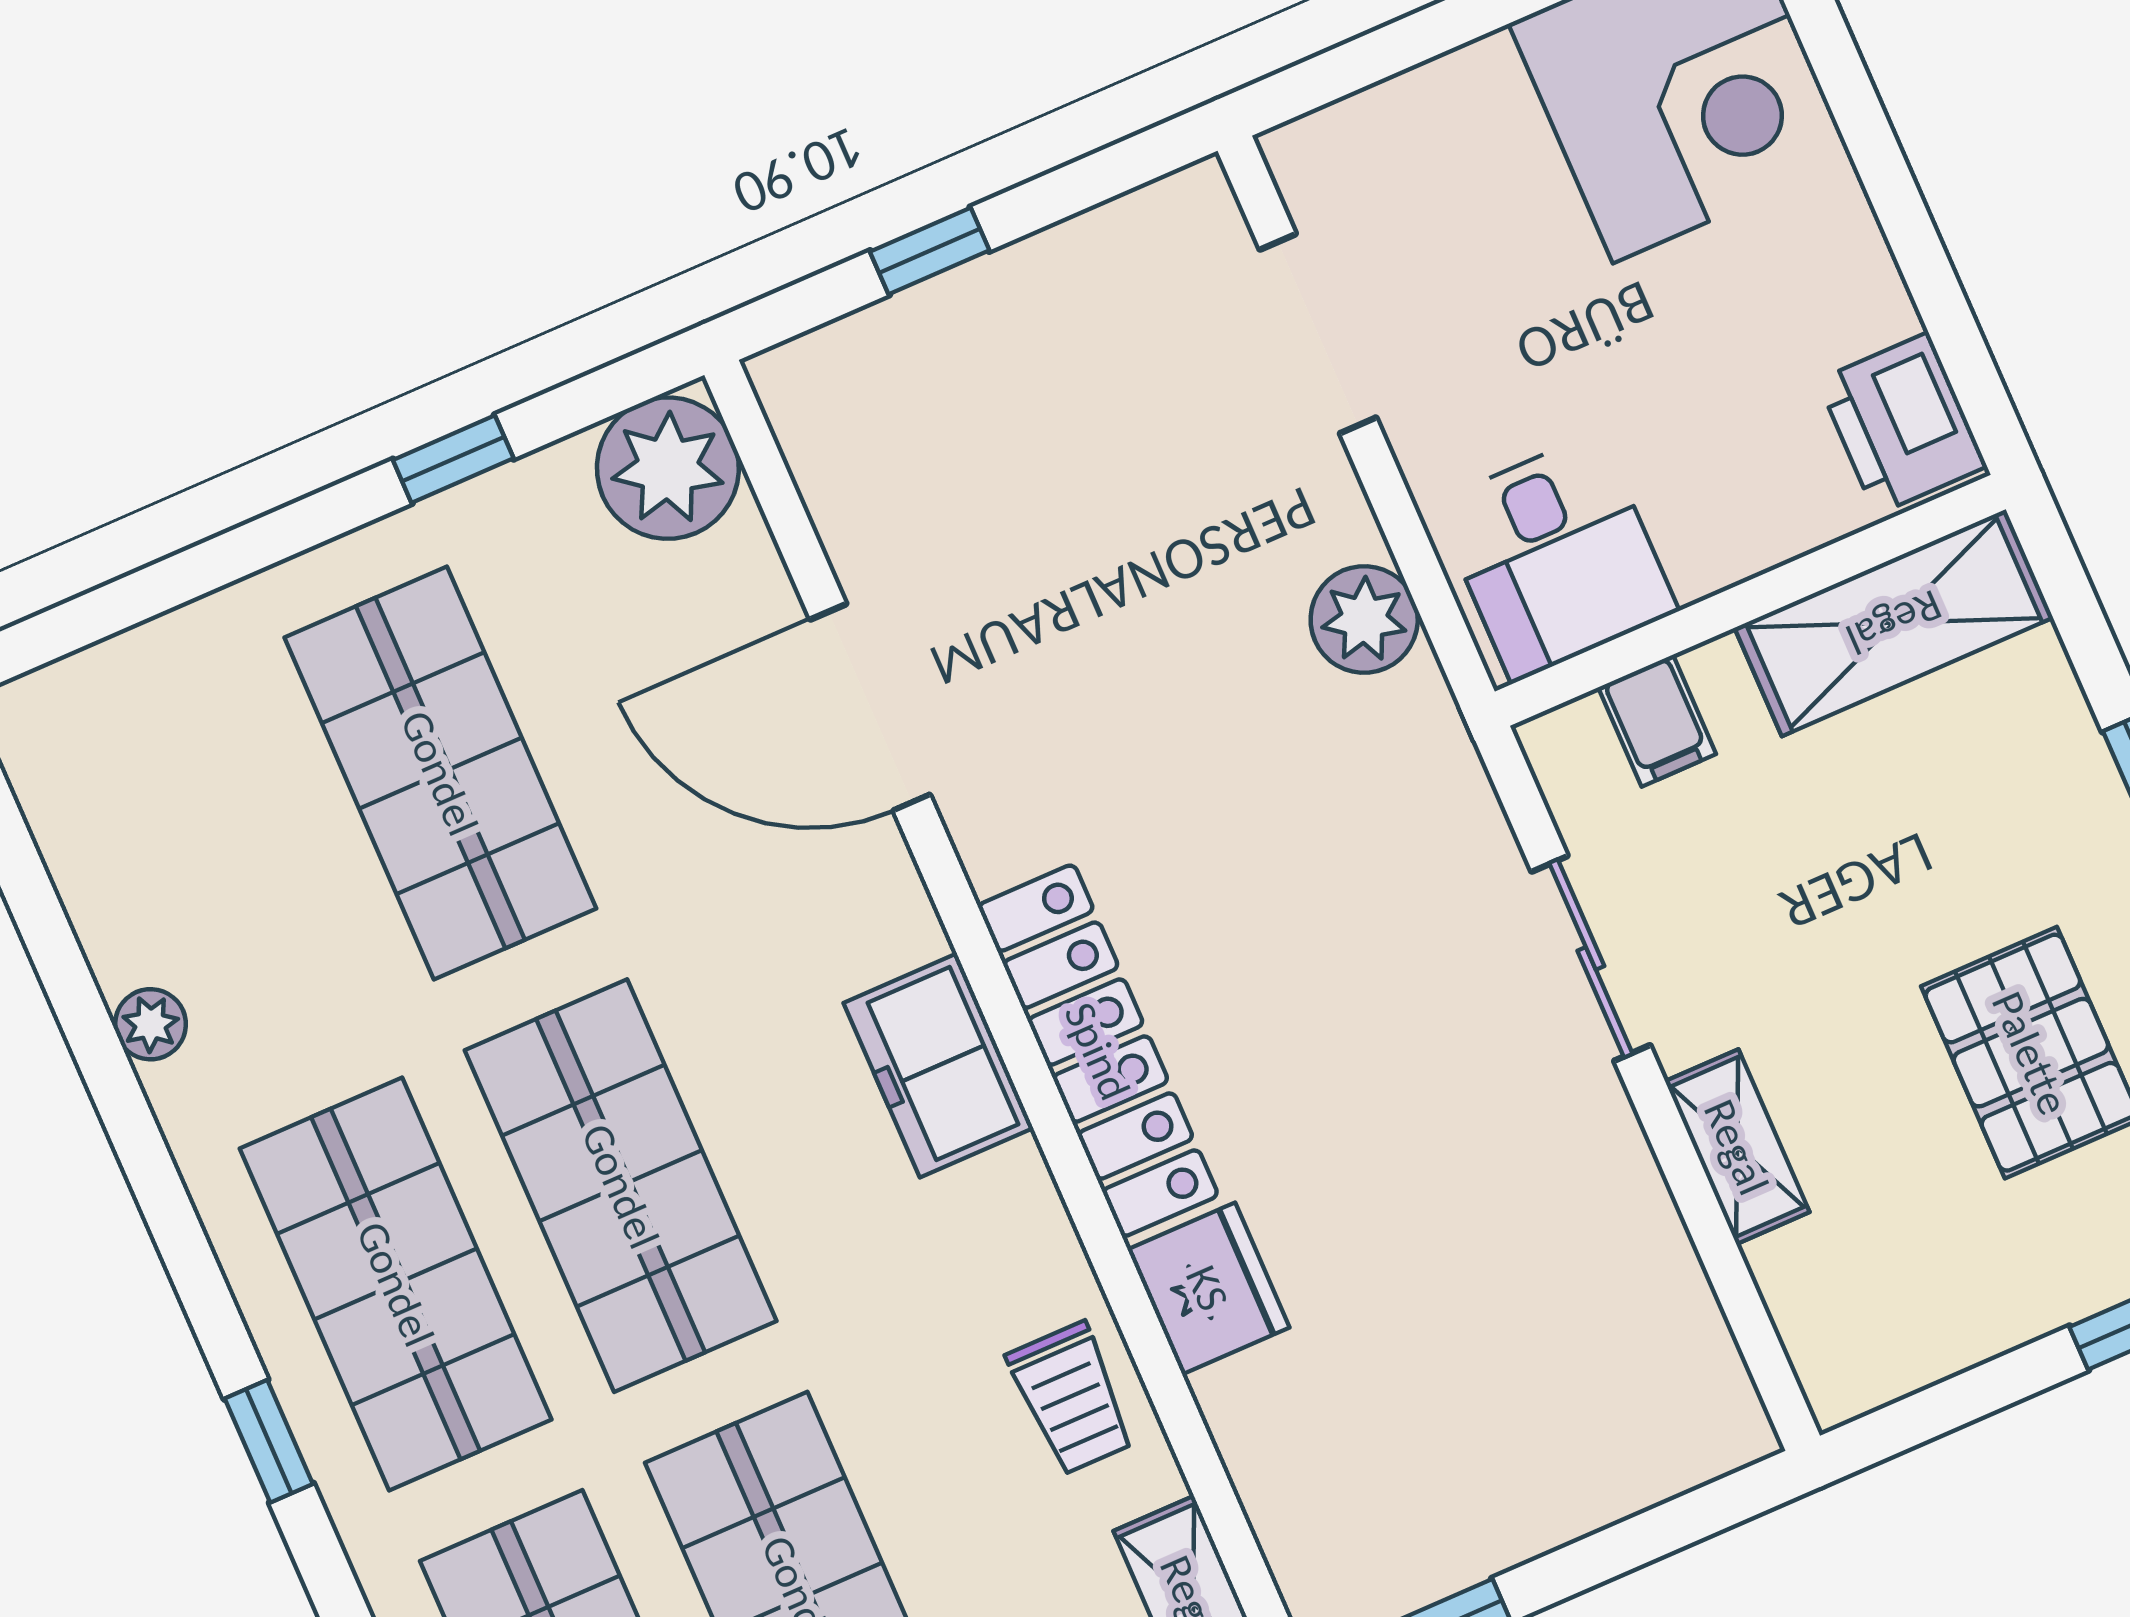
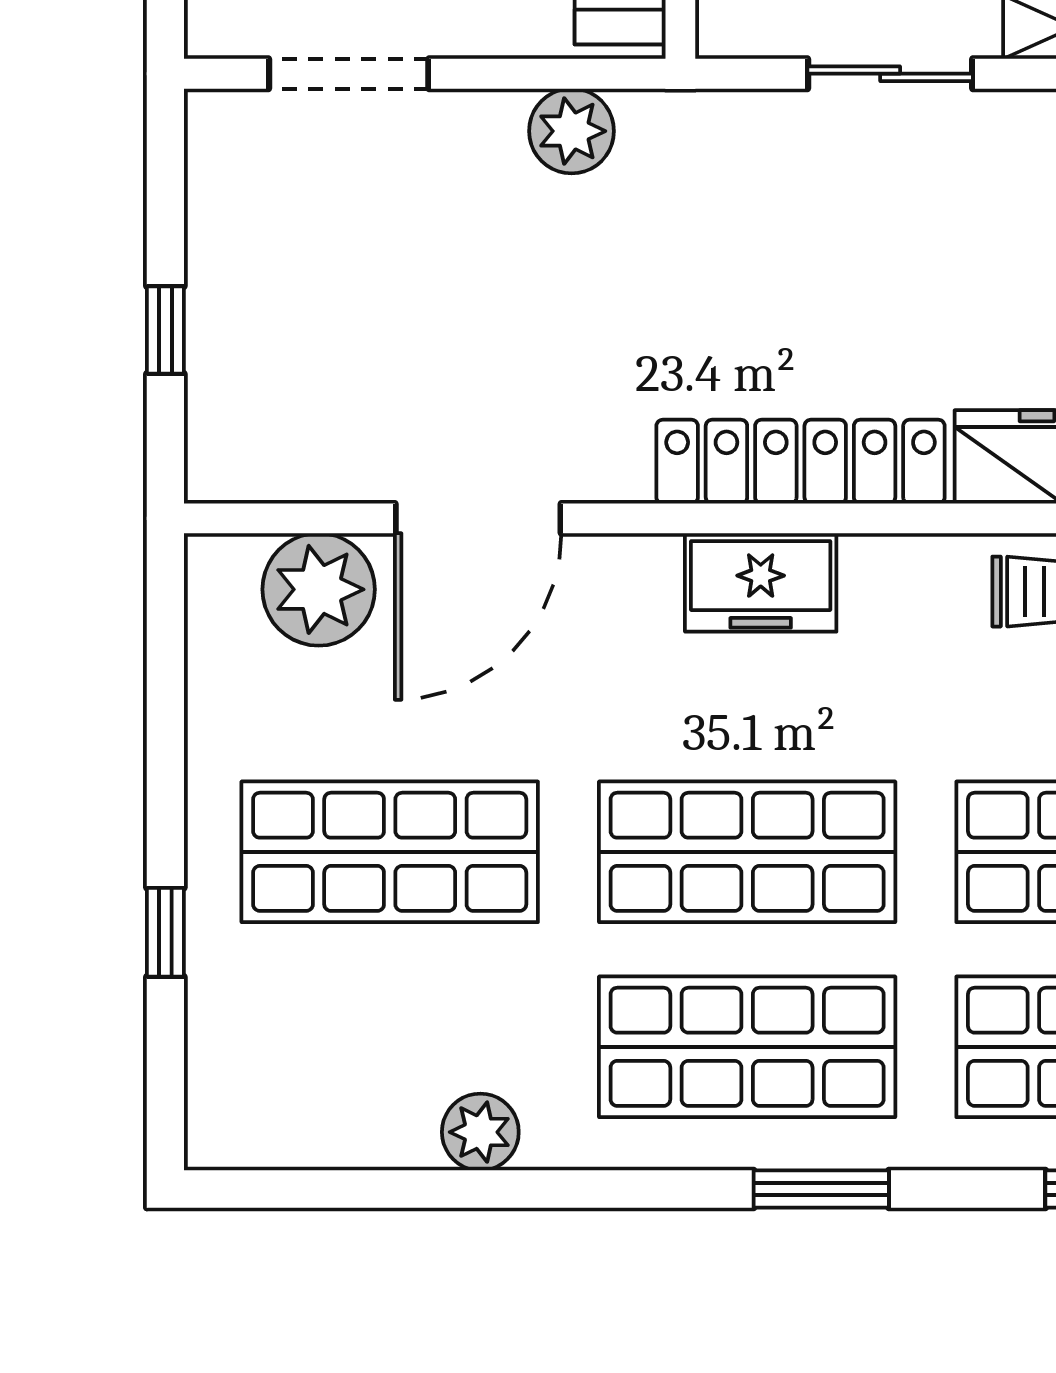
window: (453, 459) -> (165, 932), moved
plant: (668, 468) -> (319, 589), moved
plant: (151, 1024) -> (480, 1132), width x1.38, depth x1.38
window: (269, 1441) -> (821, 1189), width x1.50

